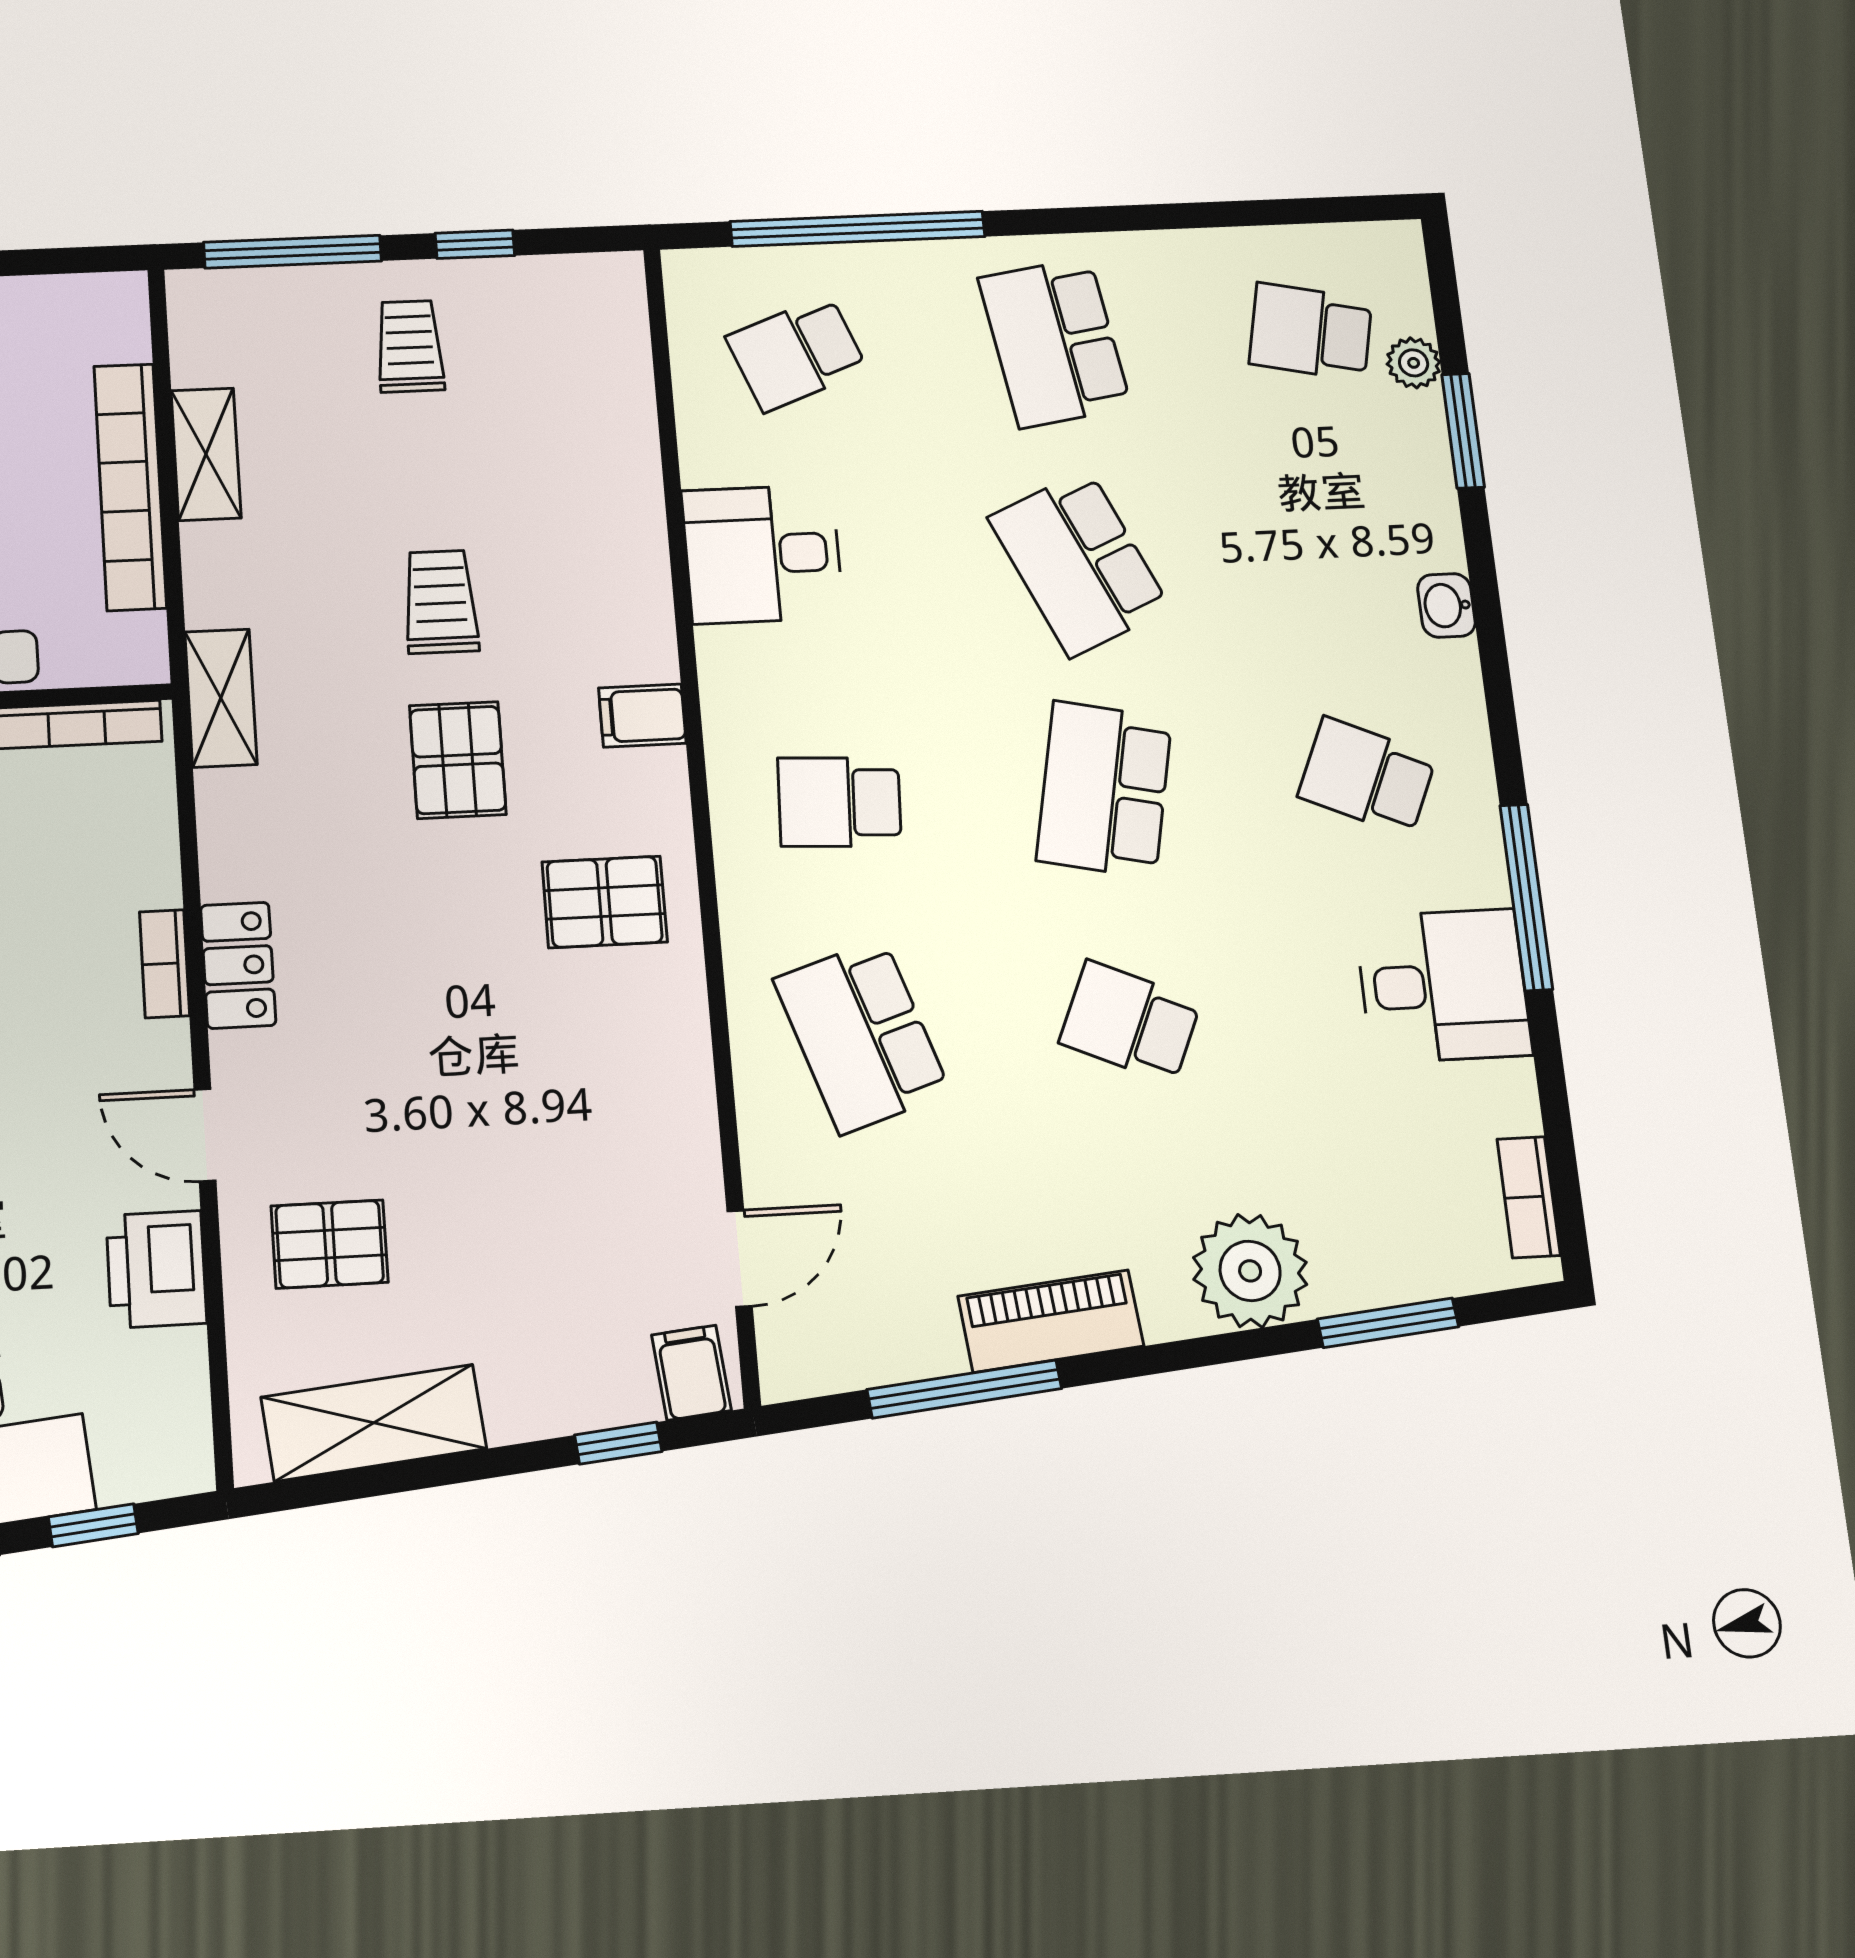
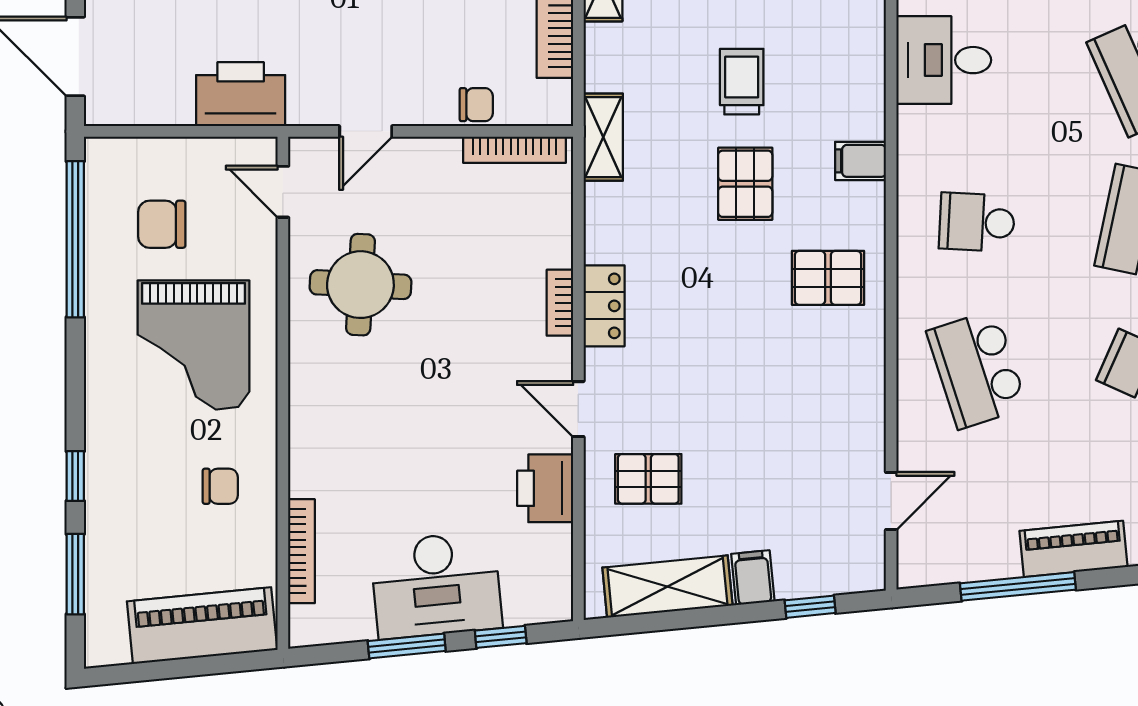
filing cabinet: (691, 1373) -> (753, 578), moved

